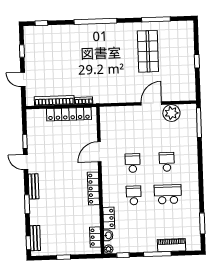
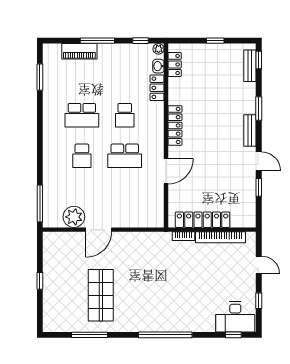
desk: (40, 38) -> (235, 317), added
school desk: (133, 163) -> (125, 156), width x1.85

